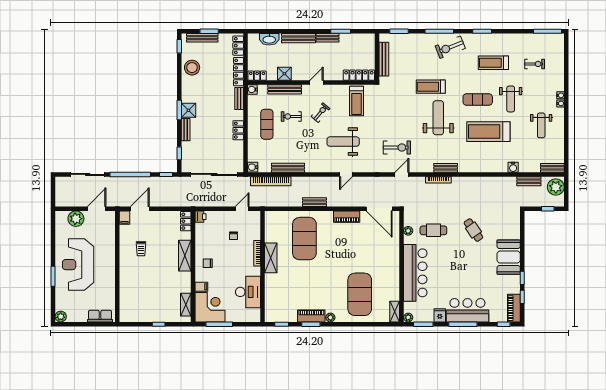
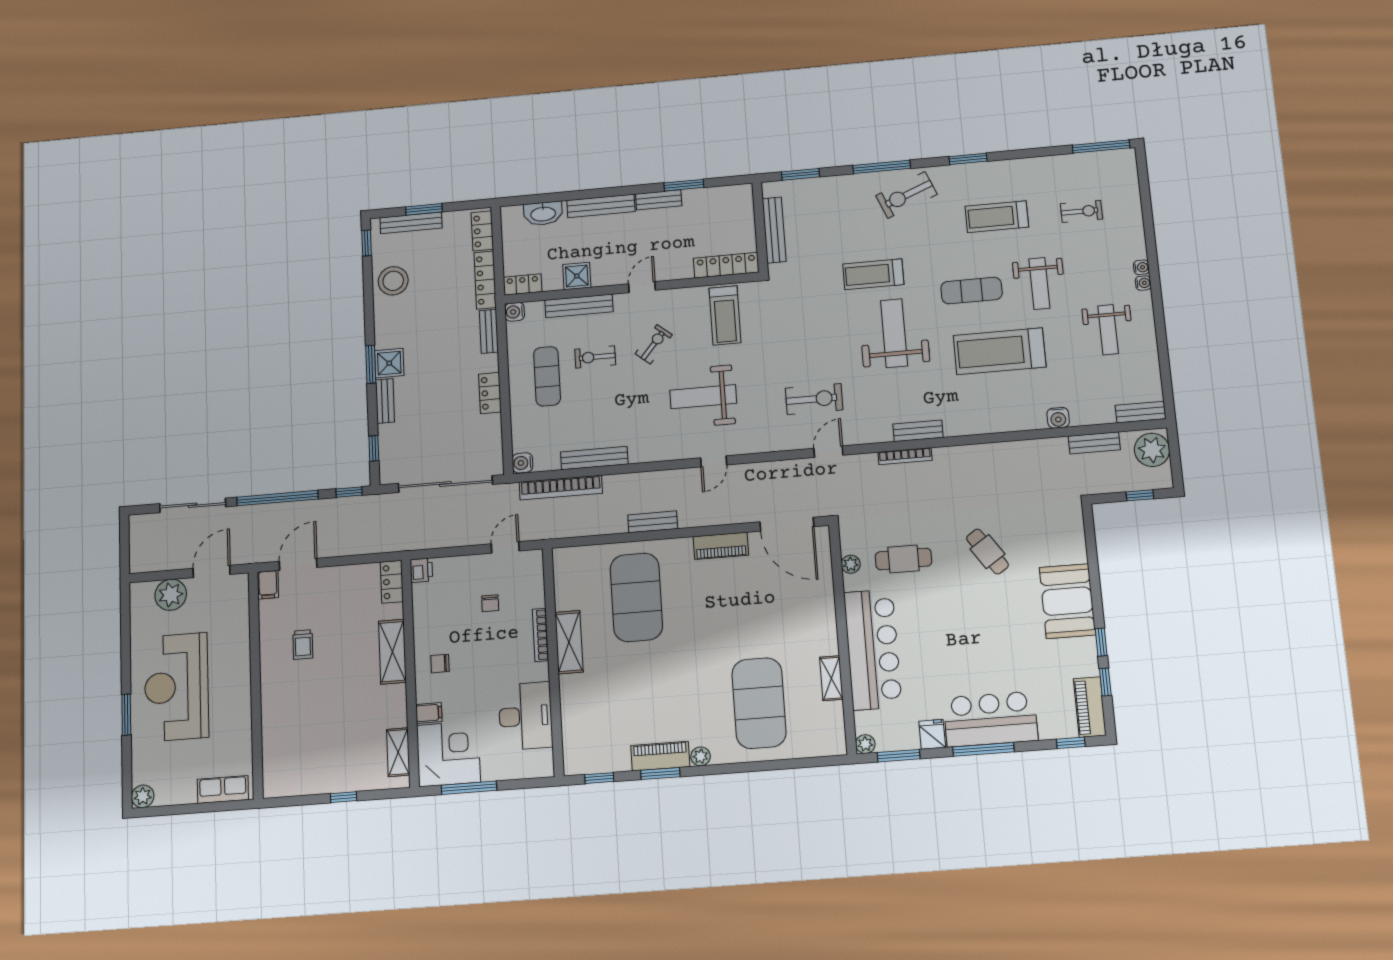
shelving: (395, 312) -> (831, 678), moved

